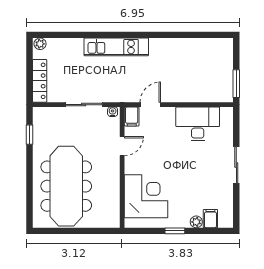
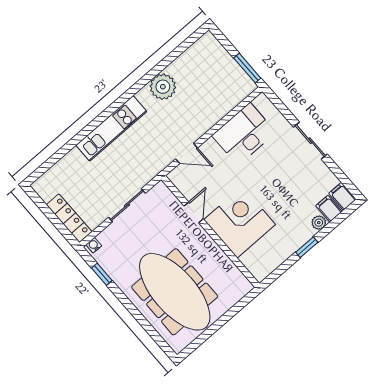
plant: (40, 44) -> (163, 87), moved, width x1.88, depth x1.88
door: (150, 105) -> (187, 153), swing flipped
water cooler: (113, 112) -> (94, 245), moved
filing cabinet: (132, 116) -> (342, 196), moved, turned 180
corner desk: (146, 196) -> (240, 222), moved

